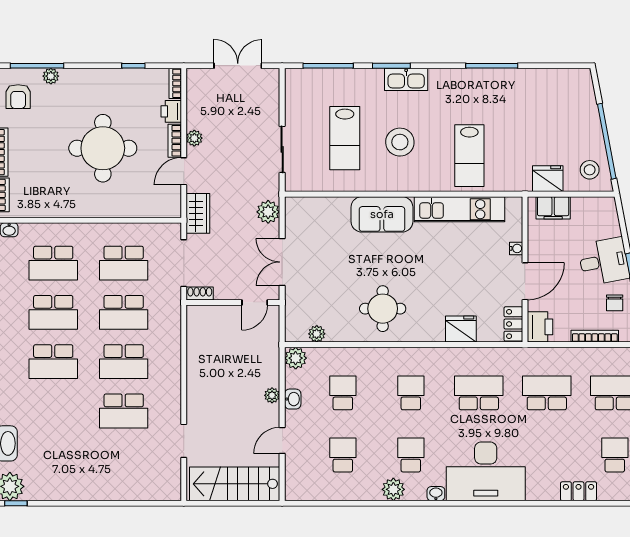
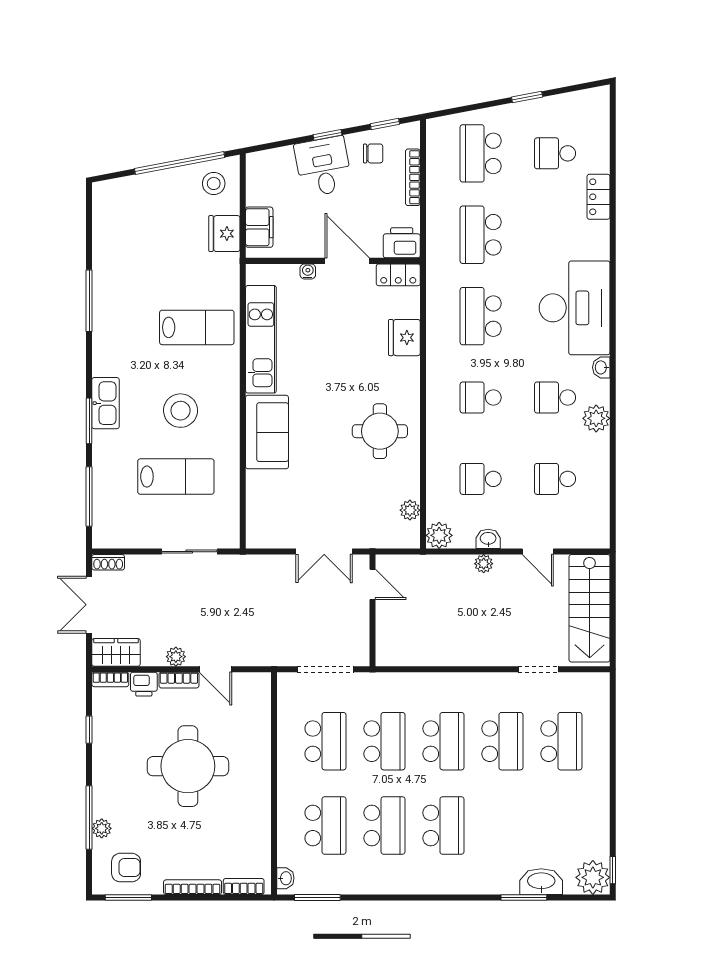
window: (37, 66) -> (89, 817), moved
plant: (268, 212) -> (264, 568), removed
wardrobe: (198, 213) -> (116, 652), moved
shoe rack: (200, 294) -> (108, 562), moved, turned -90
school desk: (124, 460) -> (561, 741), added

